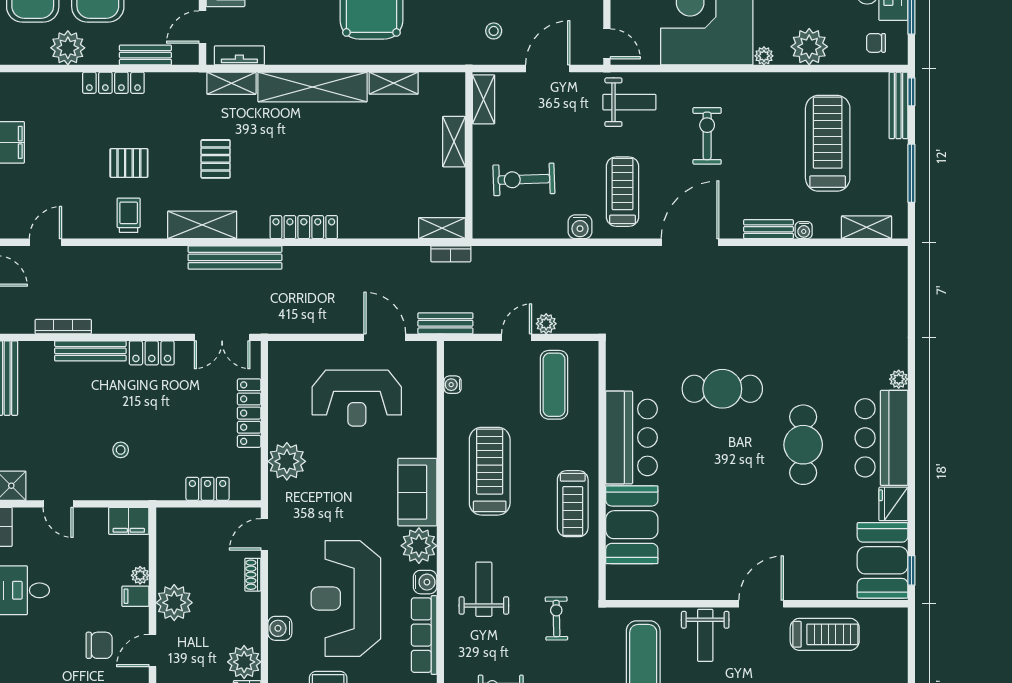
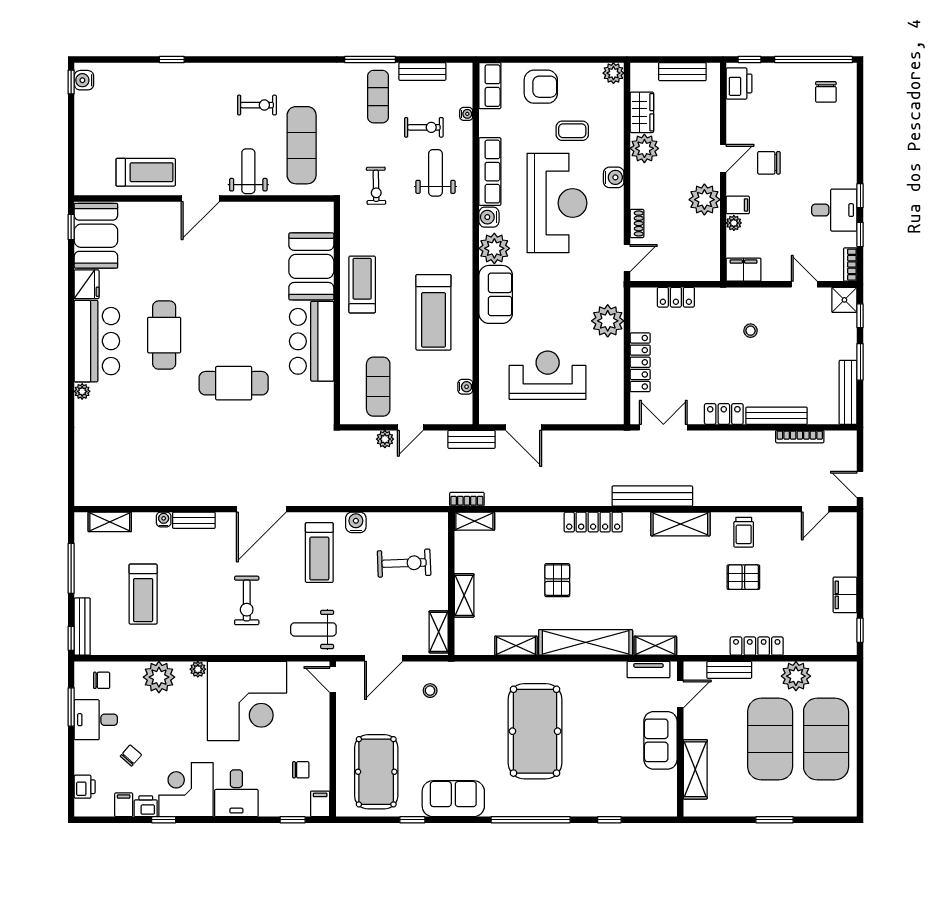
treadmill: (828, 143) -> (143, 594), width x0.73, depth x0.73
pallet: (216, 159) -> (557, 580), moved
weight bench: (484, 589) -> (435, 173), moved, turned 180
treadmill: (825, 634) -> (146, 172), turned 180

